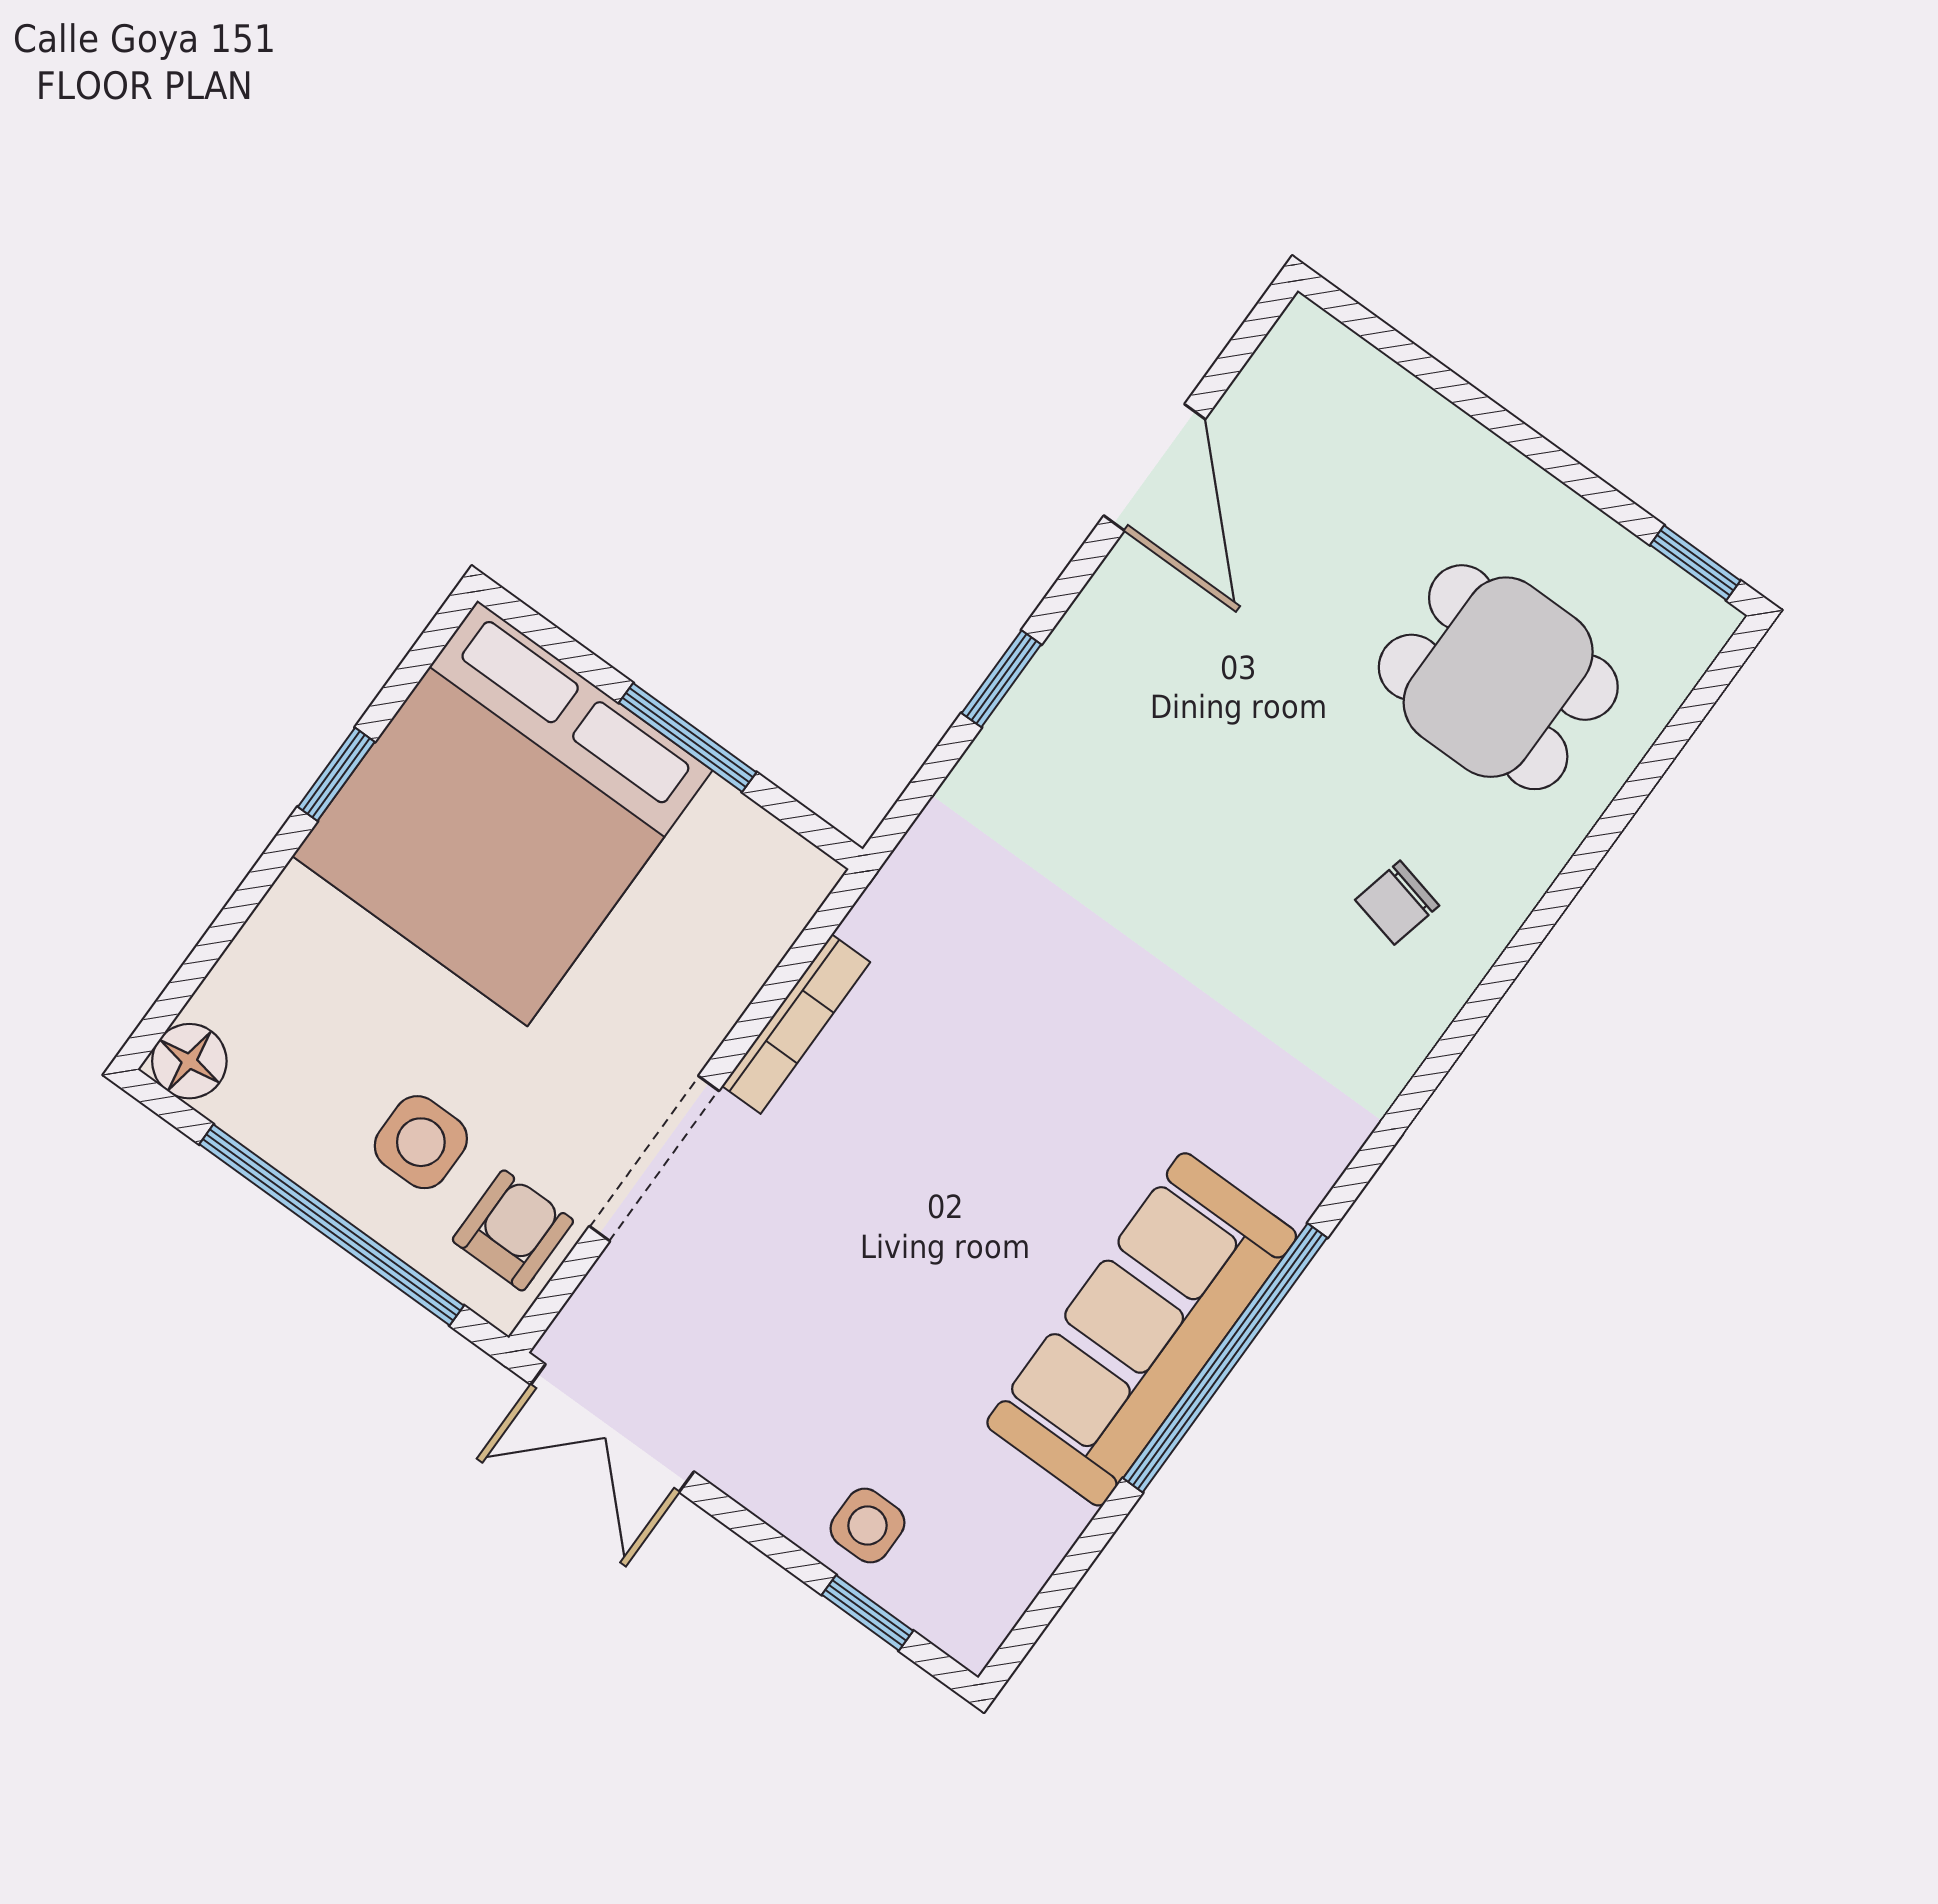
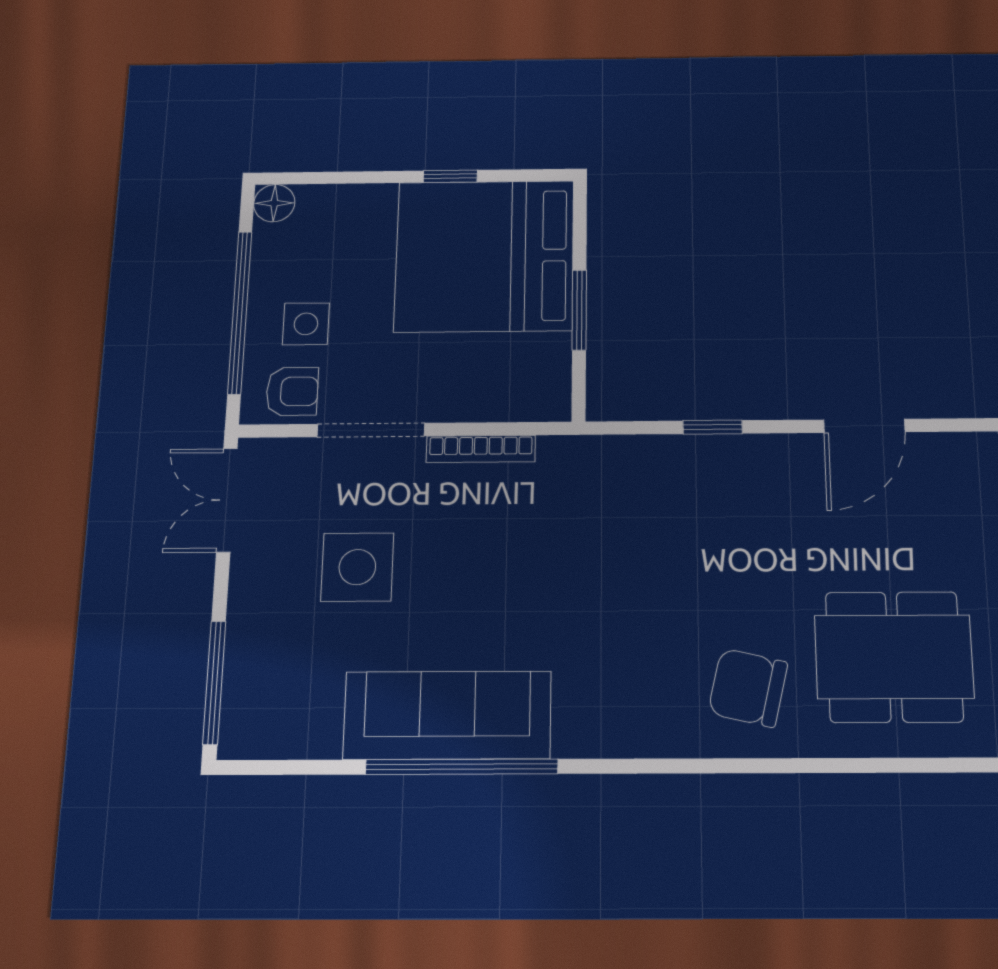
dining table: (1498, 677) -> (894, 657), width x1.38
chair: (1397, 903) -> (748, 688), width x1.87, depth x1.87
side table: (868, 1526) -> (357, 567), moved, width x1.87, depth x1.87
window: (867, 1613) -> (214, 682), width x2.17

